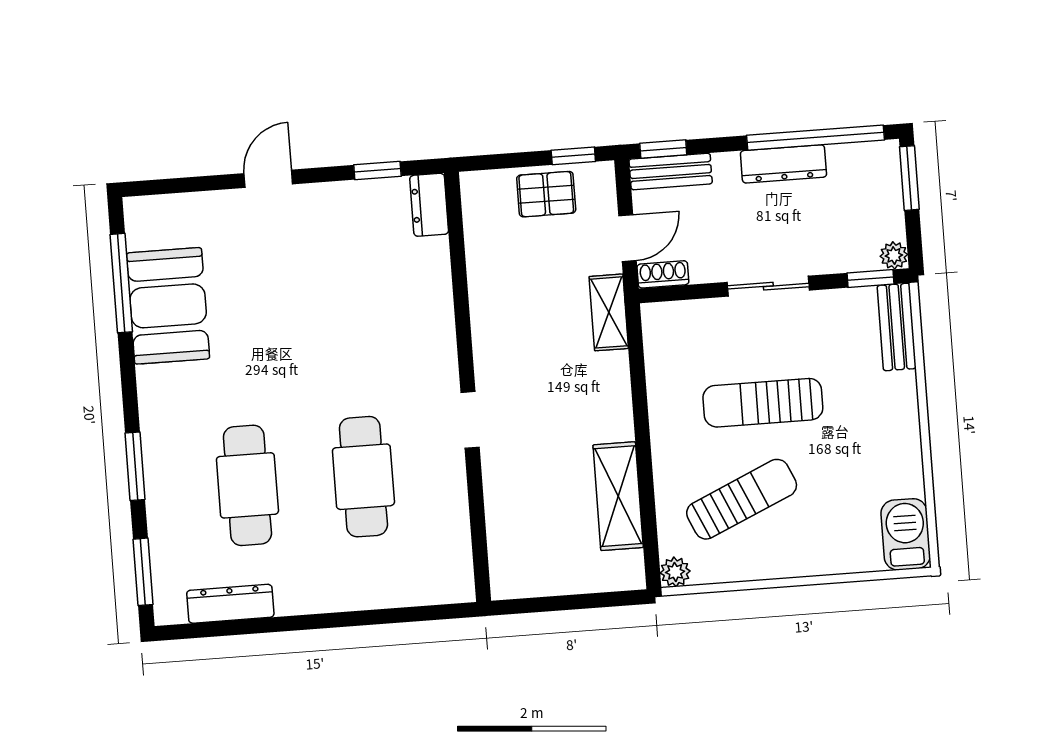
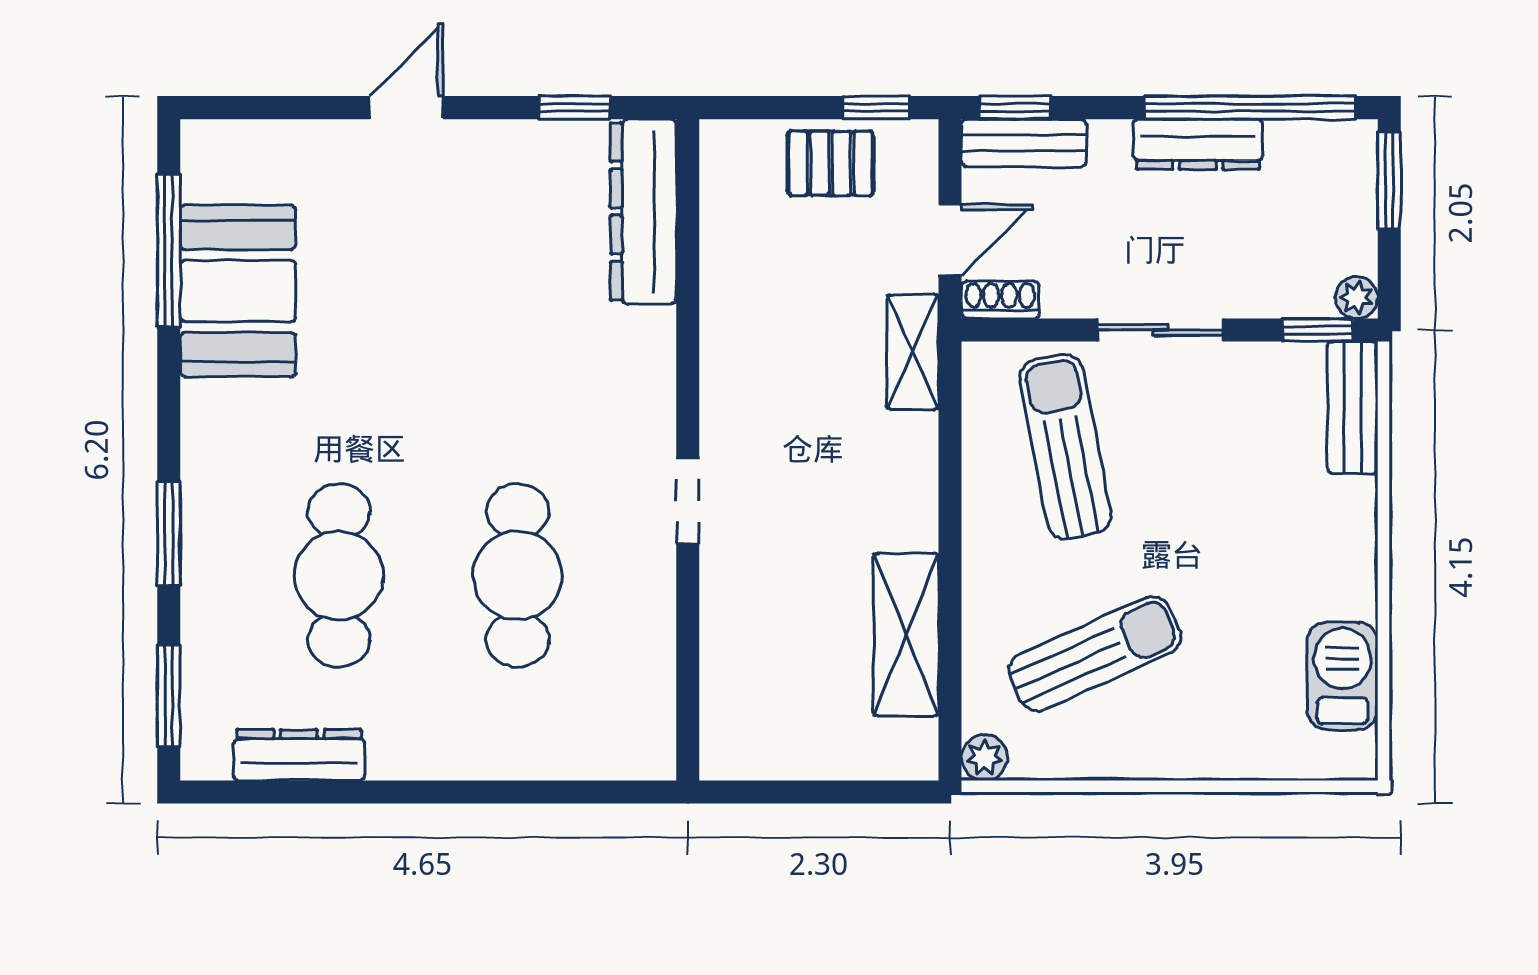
dresser: (429, 205) -> (643, 212), width x1.96, depth x1.24
sun lounger: (763, 403) -> (1065, 447), moved, turned 79
barbecue: (906, 534) -> (1342, 676), moved

